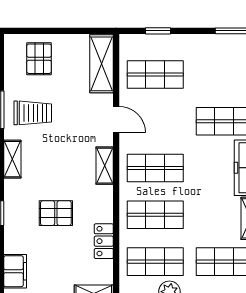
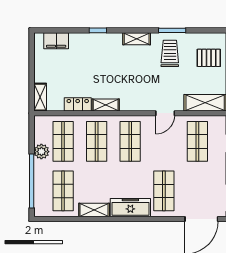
trolley: (33, 113) -> (170, 53), turned 180
shelving: (105, 166) -> (106, 105), moved
pallet: (56, 213) -> (98, 70), removed

